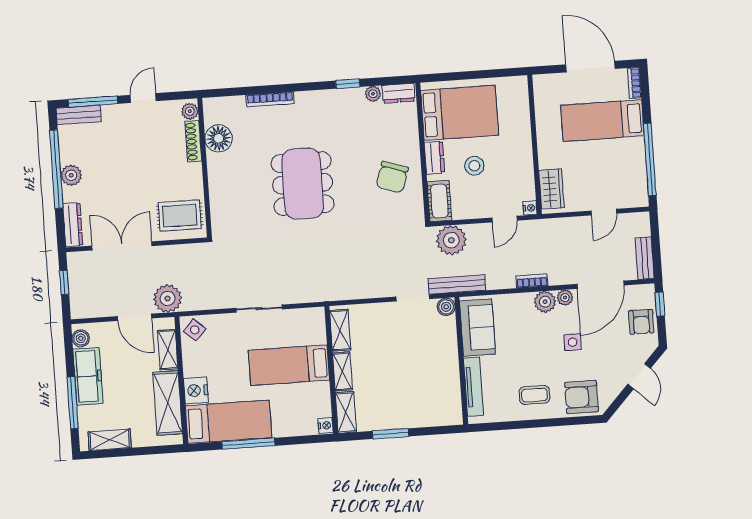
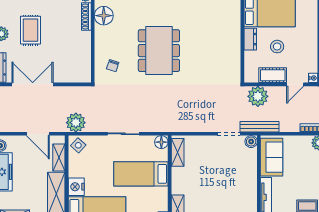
chair: (392, 177) -> (113, 66), moved, width x0.54, depth x0.54
cot: (439, 201) -> (273, 75), moved, turned 90
rug: (180, 216) -> (31, 30), moved, turned 90
plant: (168, 298) -> (76, 123), moved
floor lamp: (315, 317) -> (161, 142), added
shelving: (342, 371) -> (177, 181), removed

